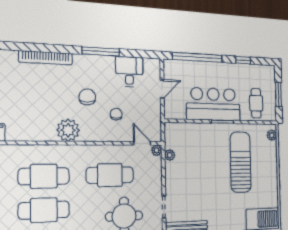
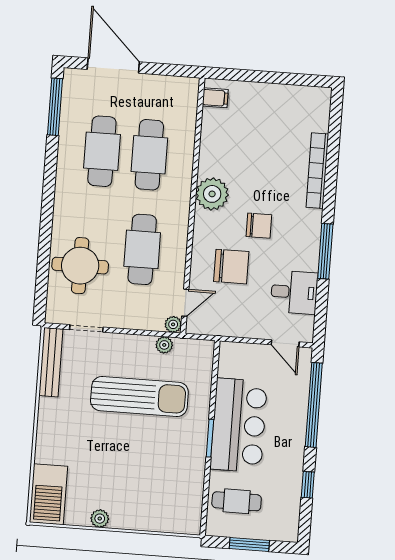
door: (162, 89) -> (285, 343), moved
chair: (116, 114) -> (231, 267), width x1.87, depth x1.87
plant: (272, 135) -> (100, 519), moved
sun lounger: (241, 162) -> (139, 396), moved

